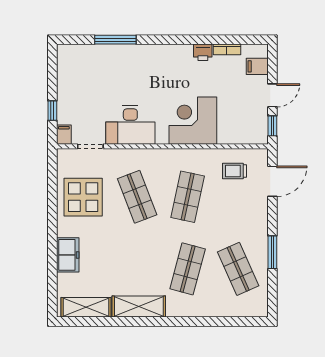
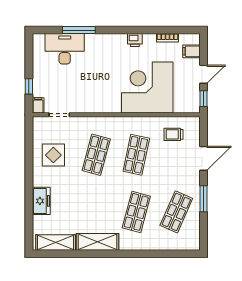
printer: (203, 52) -> (135, 40), moved
corner desk: (193, 121) -> (147, 88), width x1.36, depth x1.36
desk: (130, 125) -> (65, 49), moved, turned 180
door: (272, 181) -> (204, 158), moved
display table: (83, 197) -> (53, 155), width x0.73, depth x0.73
shop shelf: (137, 197) -> (96, 155), turned 36
shop shelf: (238, 269) -> (176, 212), turned 48

